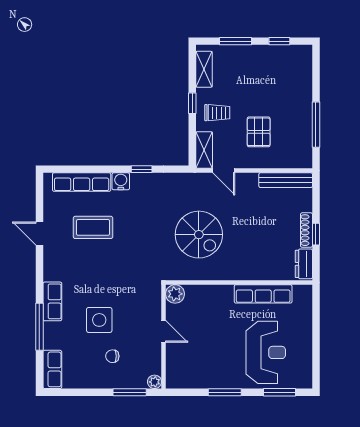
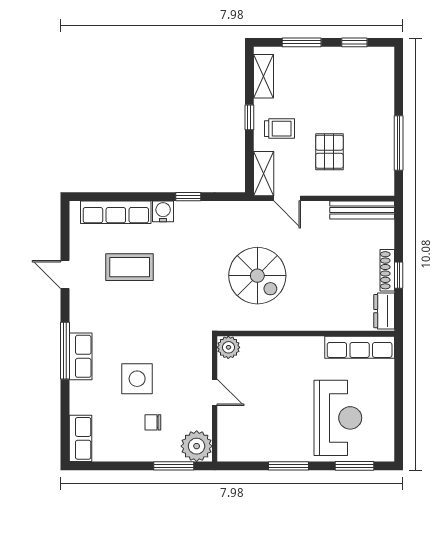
row of seats: (263, 294) -> (360, 347), moved
window: (39, 327) -> (65, 351), moved
plant: (155, 382) -> (197, 446), width x1.88, depth x1.88

